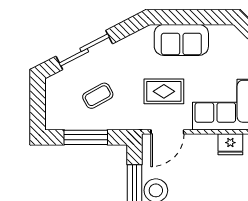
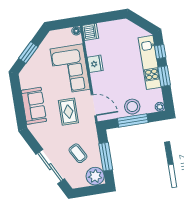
plant: (59, 116) -> (95, 176), added

